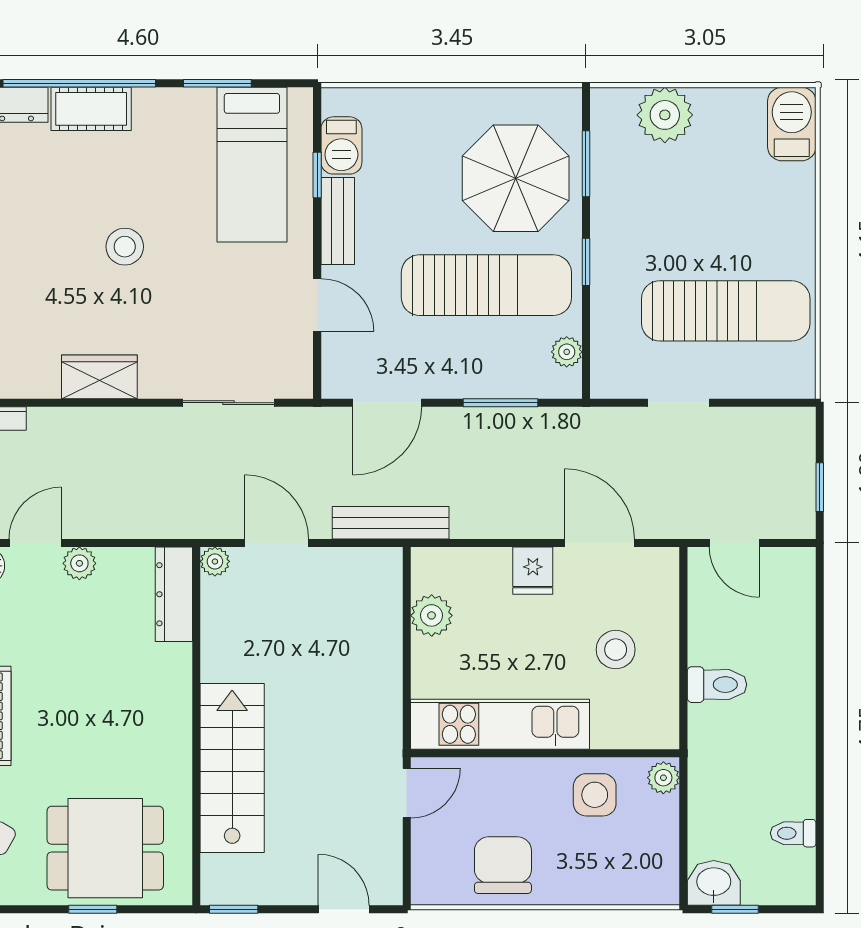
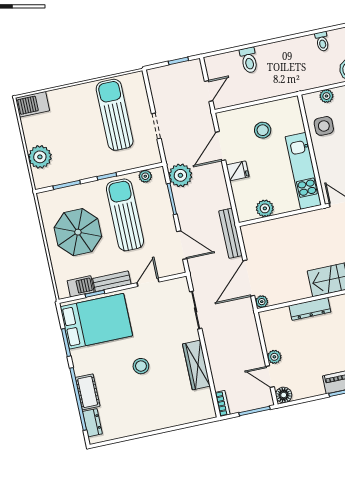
bed: (252, 165) -> (96, 321), width x1.50
parasol: (516, 178) -> (78, 232), moved
wardrobe: (99, 377) -> (196, 365), width x1.50
plant: (551, 435) -> (180, 175), added
door: (276, 543) -> (249, 278), width x1.36
dresser: (174, 594) -> (310, 309), moved
toilet: (717, 685) -> (249, 60), moved, turned 180
plant: (663, 778) -> (326, 96), moved

